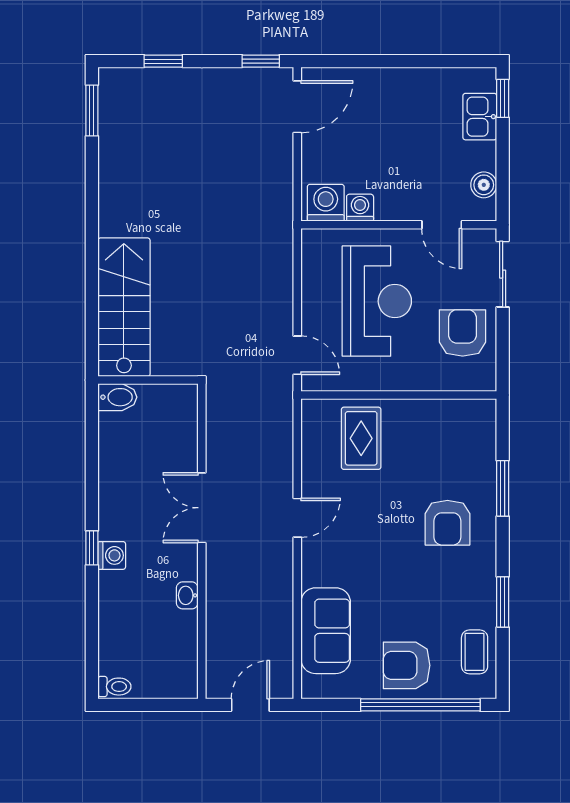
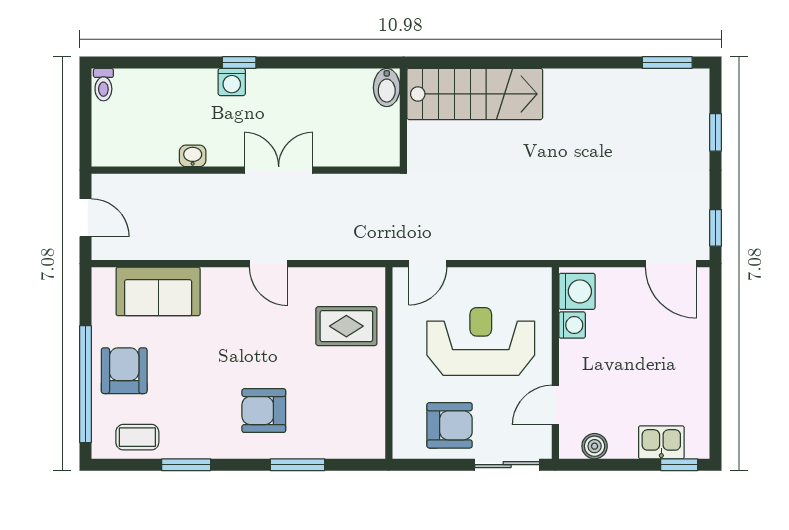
reception desk: (377, 301) -> (481, 342), turned 180

